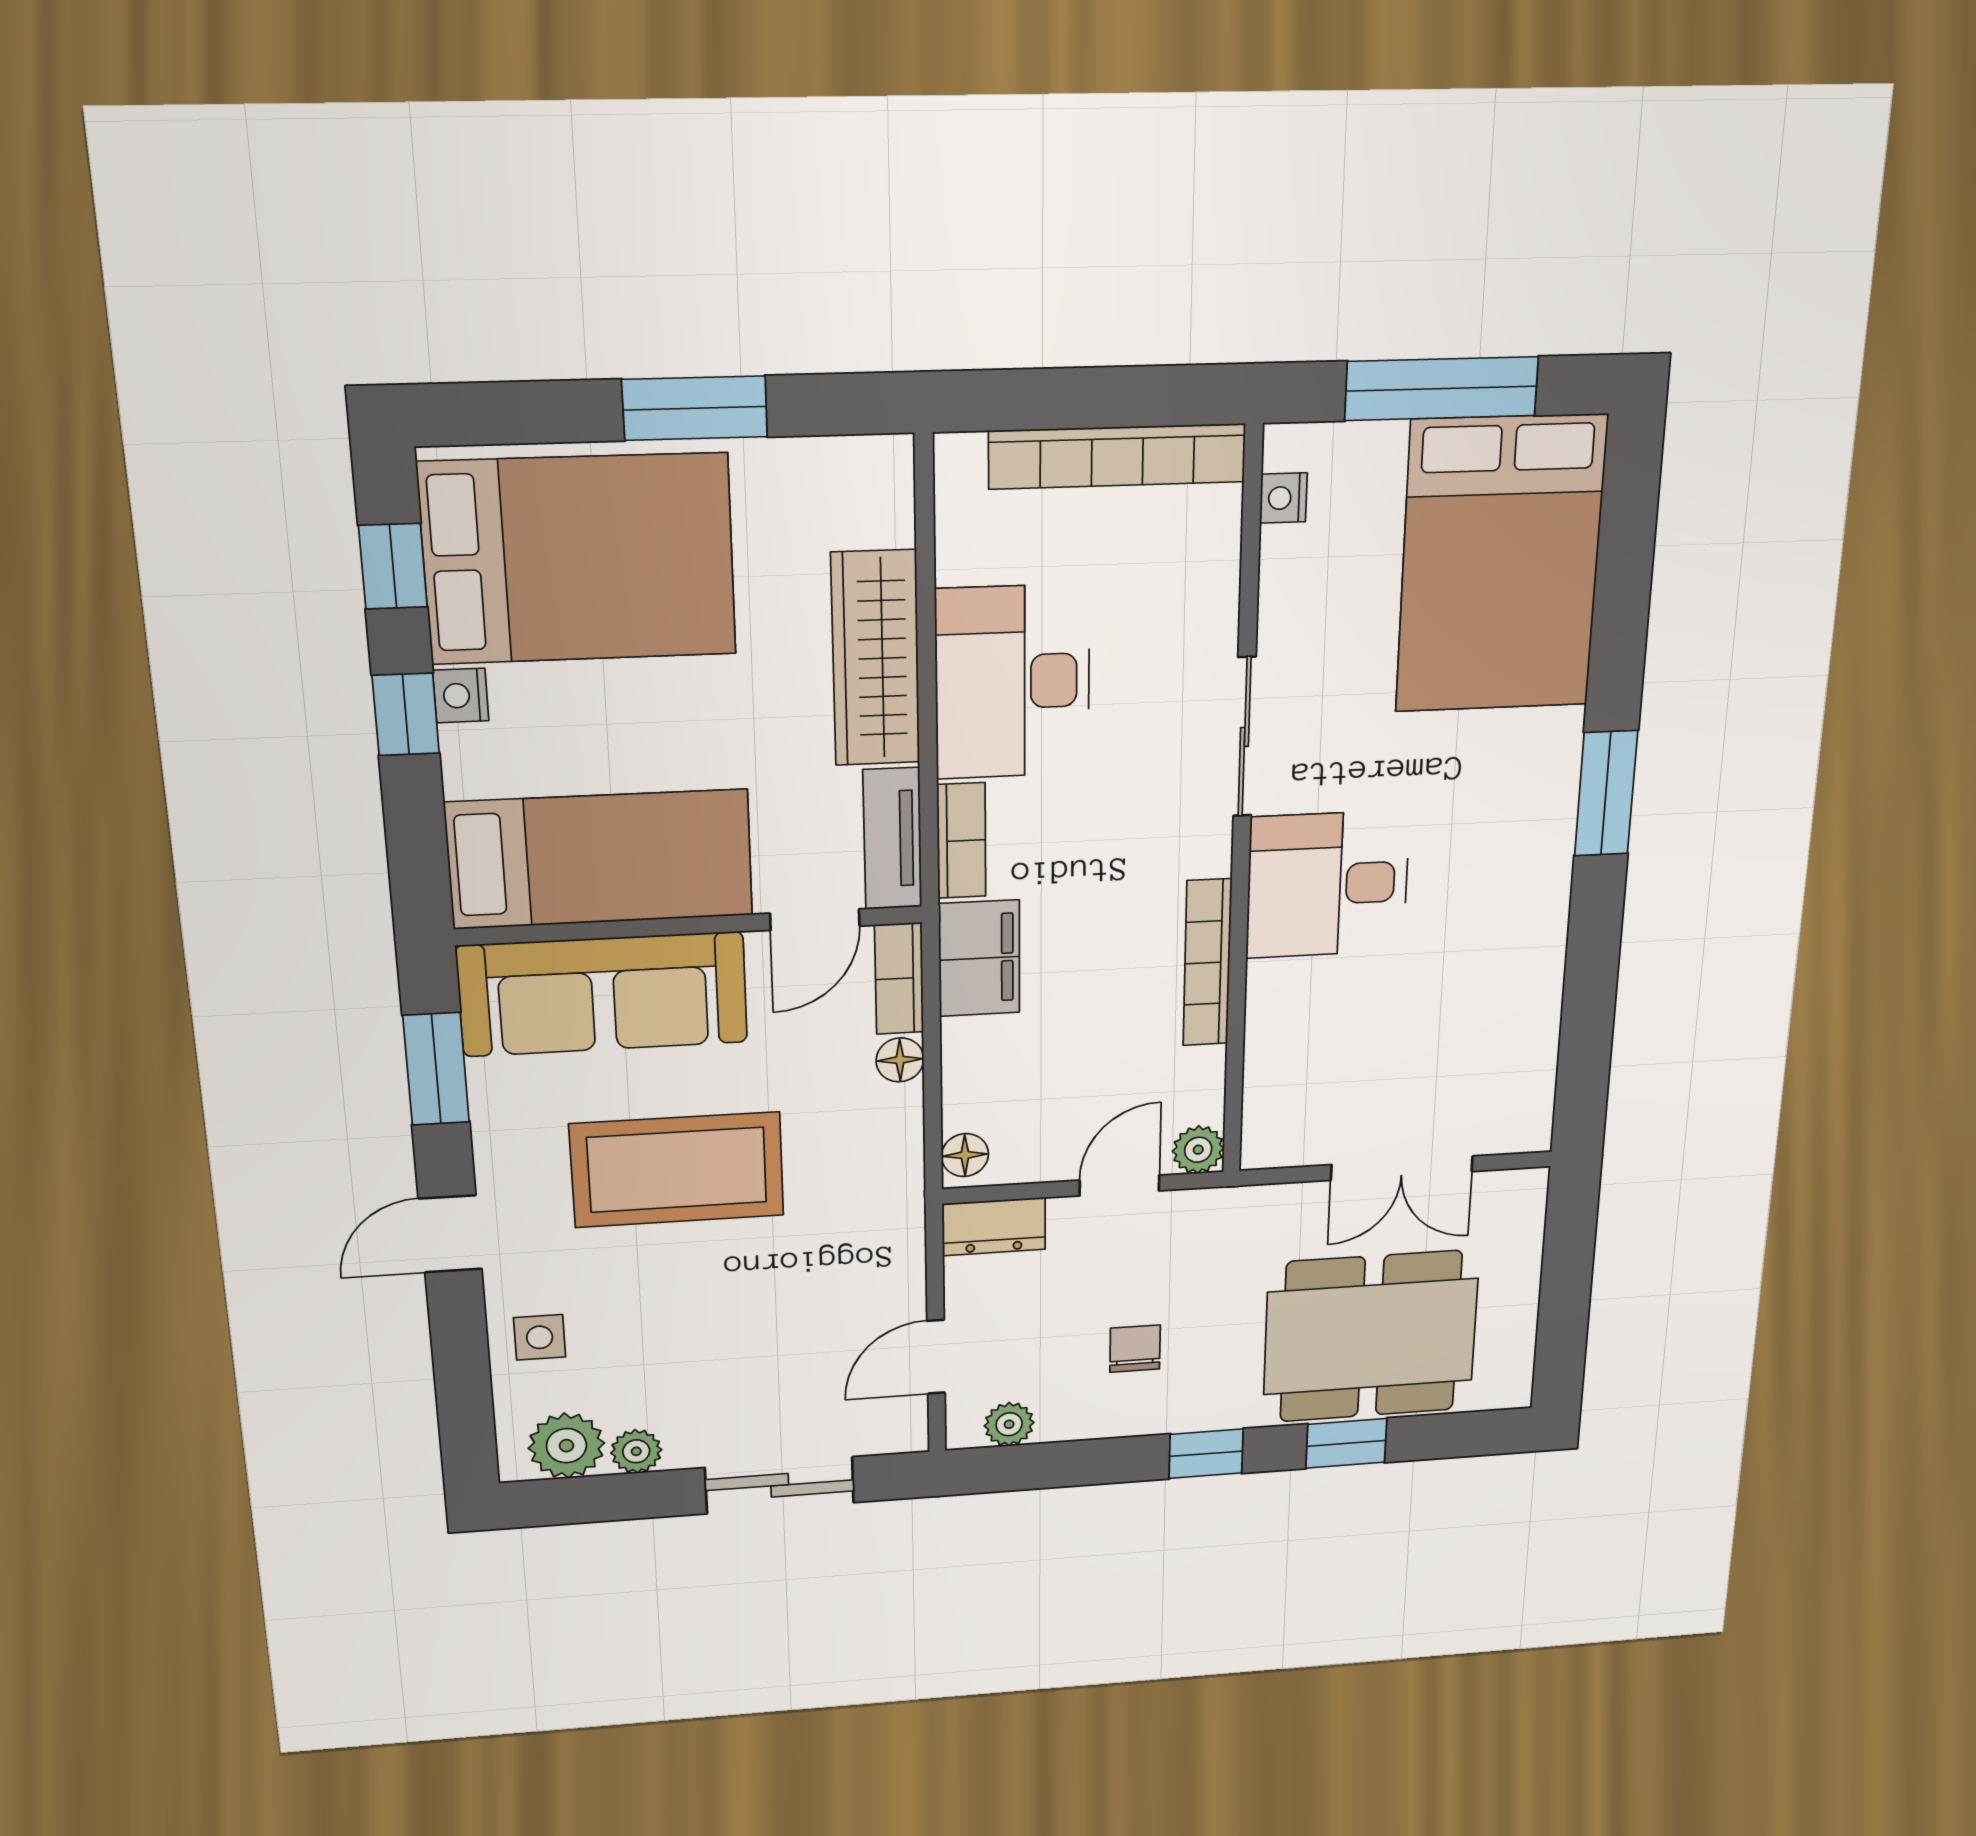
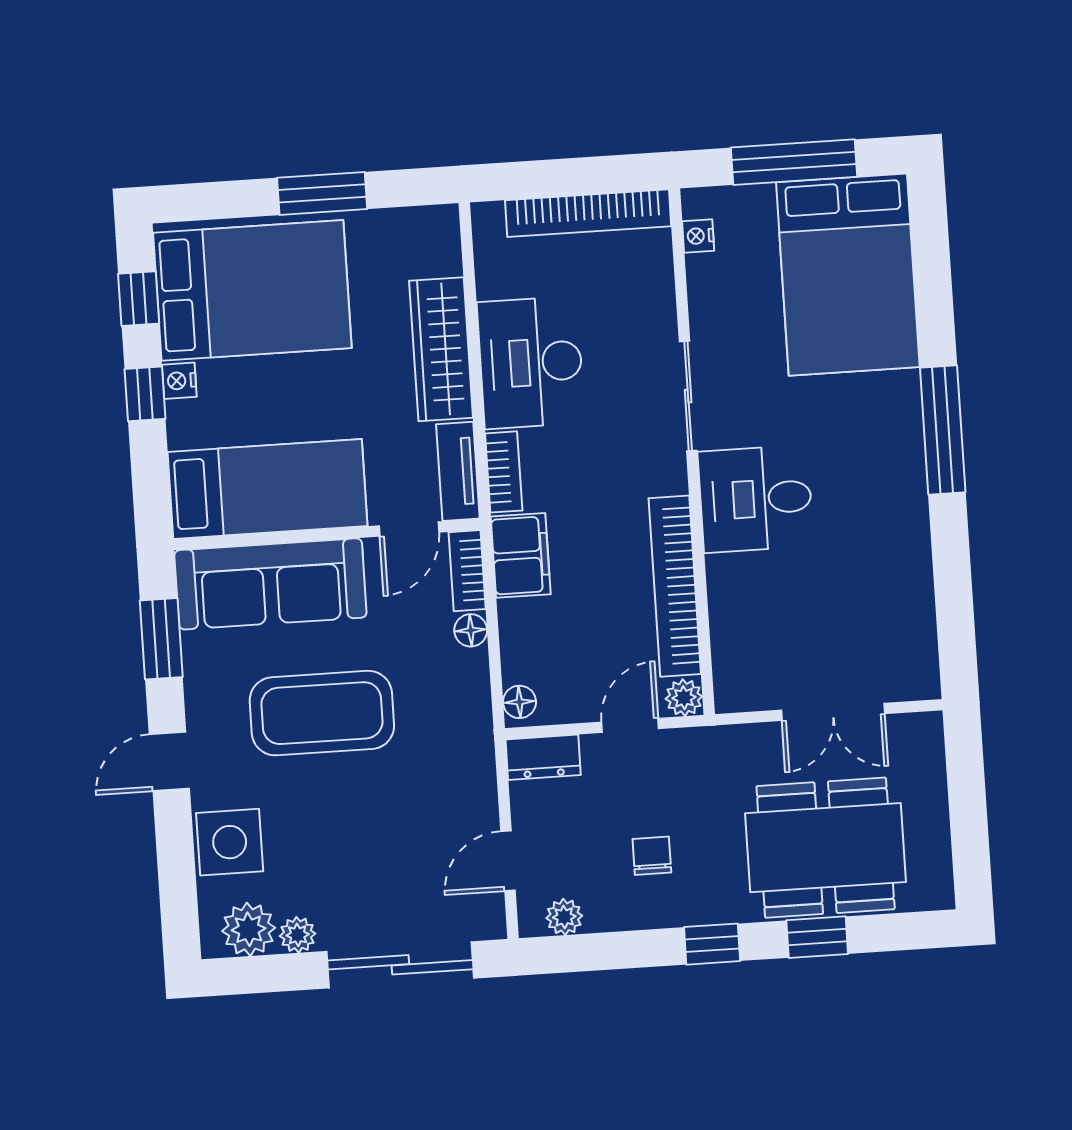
window: (1606, 793) -> (943, 430), width x1.44
bookcase: (1207, 963) -> (675, 586), width x1.48, depth x1.31
side table: (540, 1337) -> (230, 842), width x1.87, depth x1.87
sliding door: (780, 1485) -> (400, 965), width x1.37

